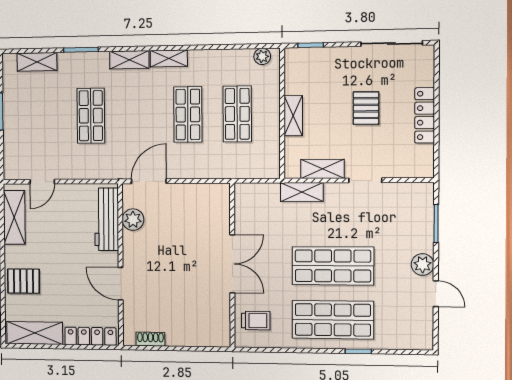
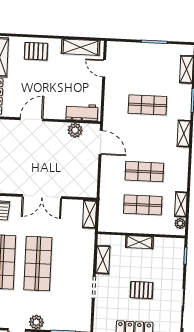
shelving: (169, 58) -> (181, 204), moved
shelving: (302, 192) -> (90, 214), moved
workbench: (107, 219) -> (82, 112), width x0.73
pallet: (23, 281) -> (36, 51), turned 90

